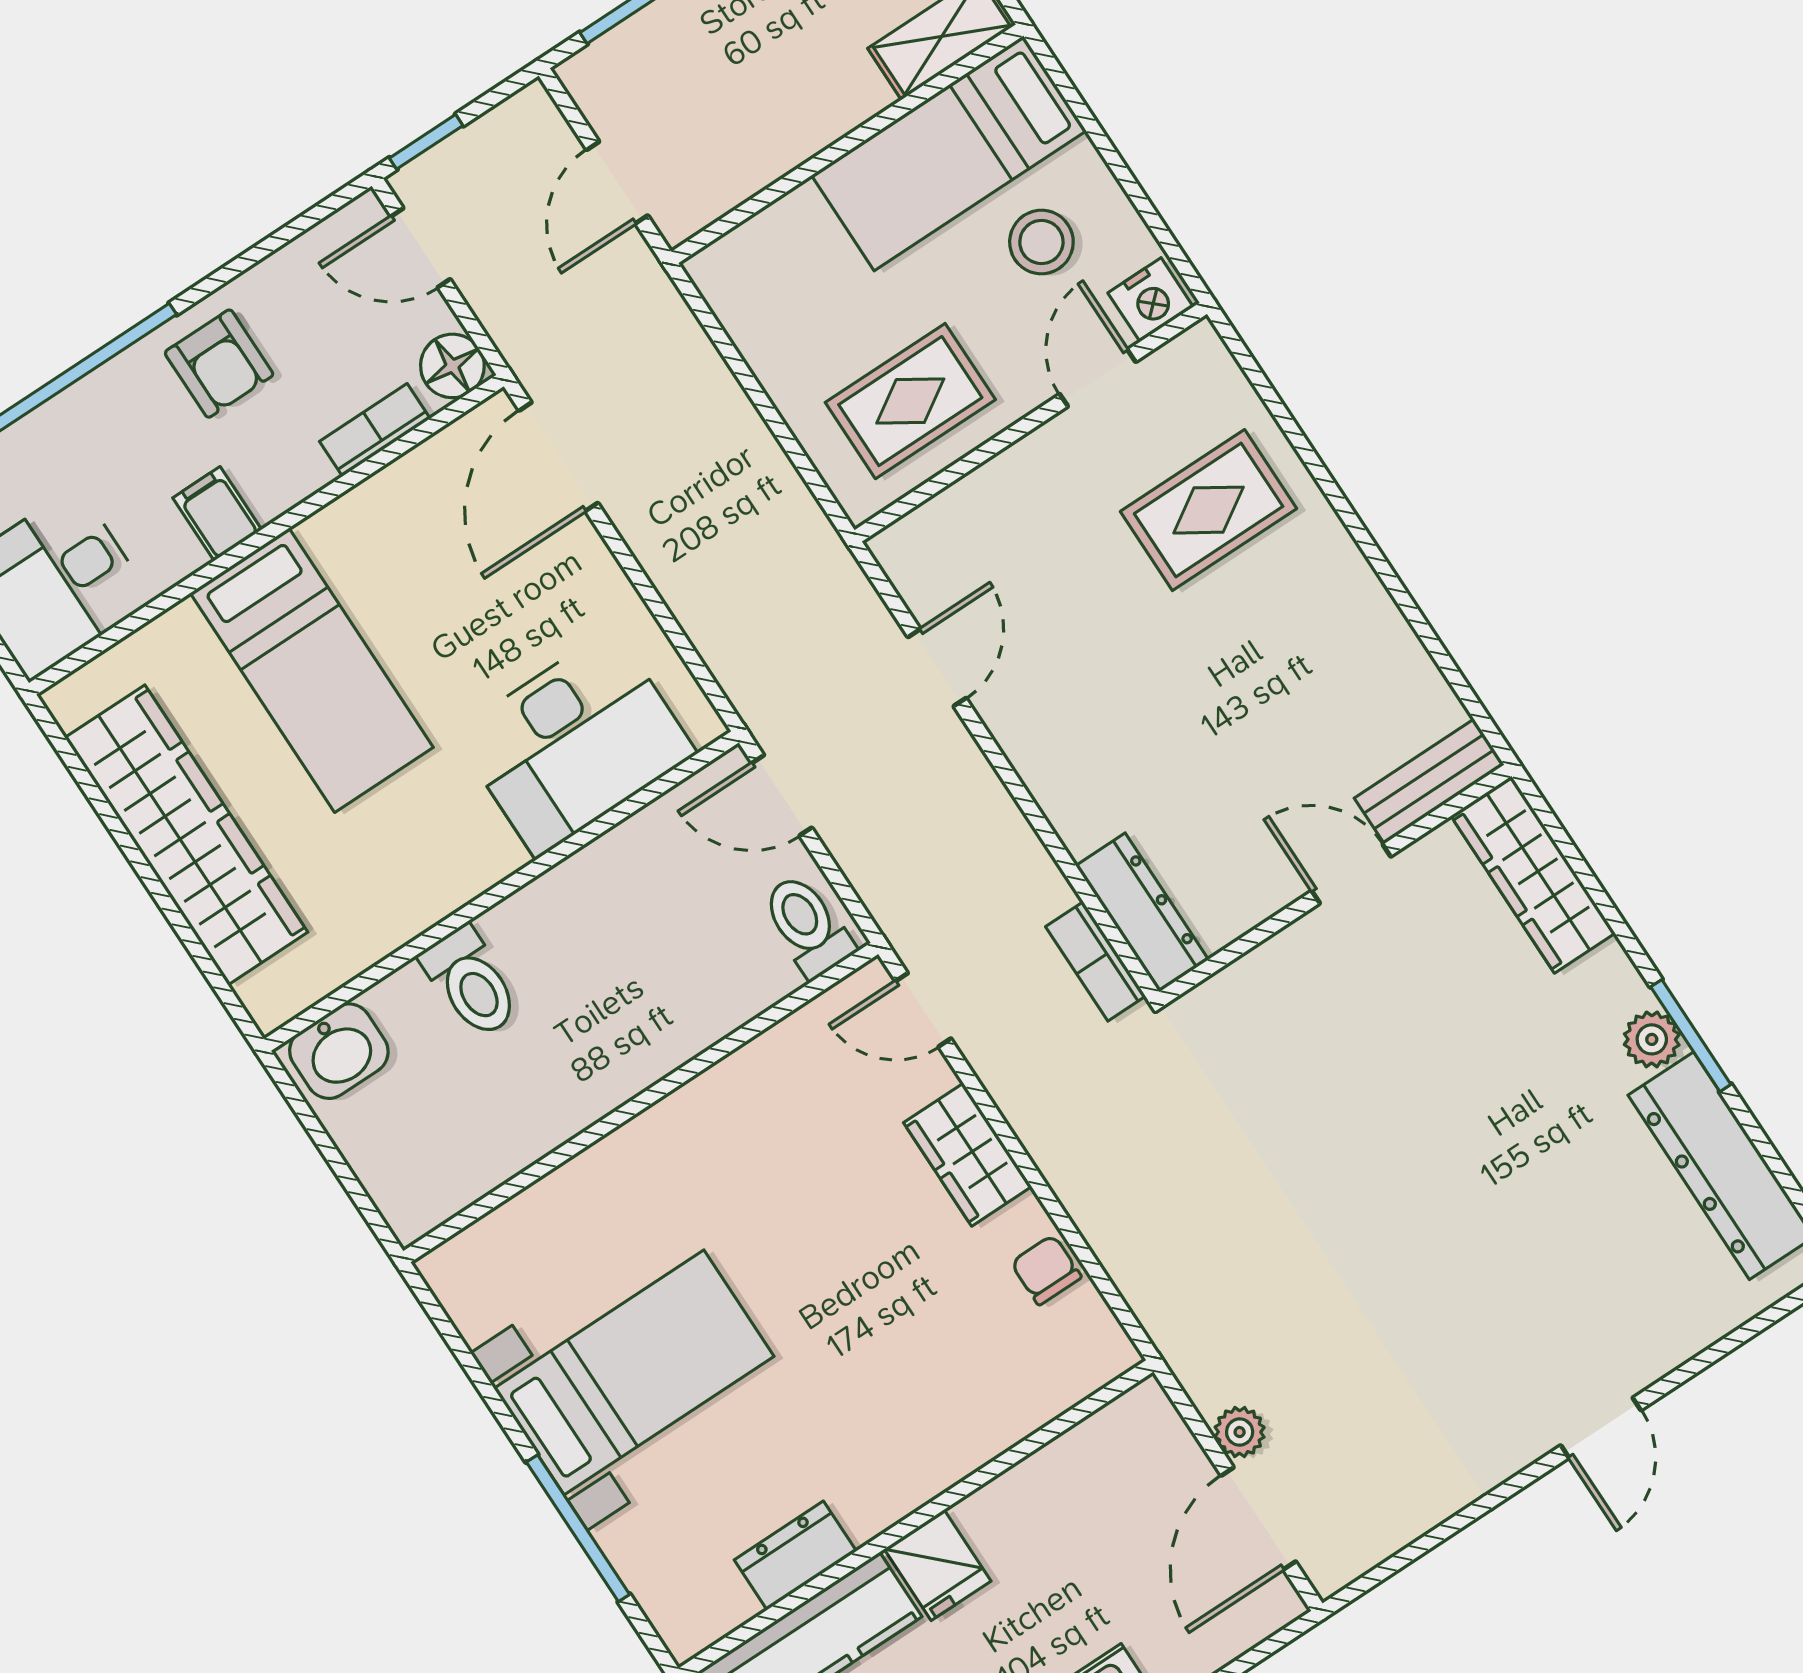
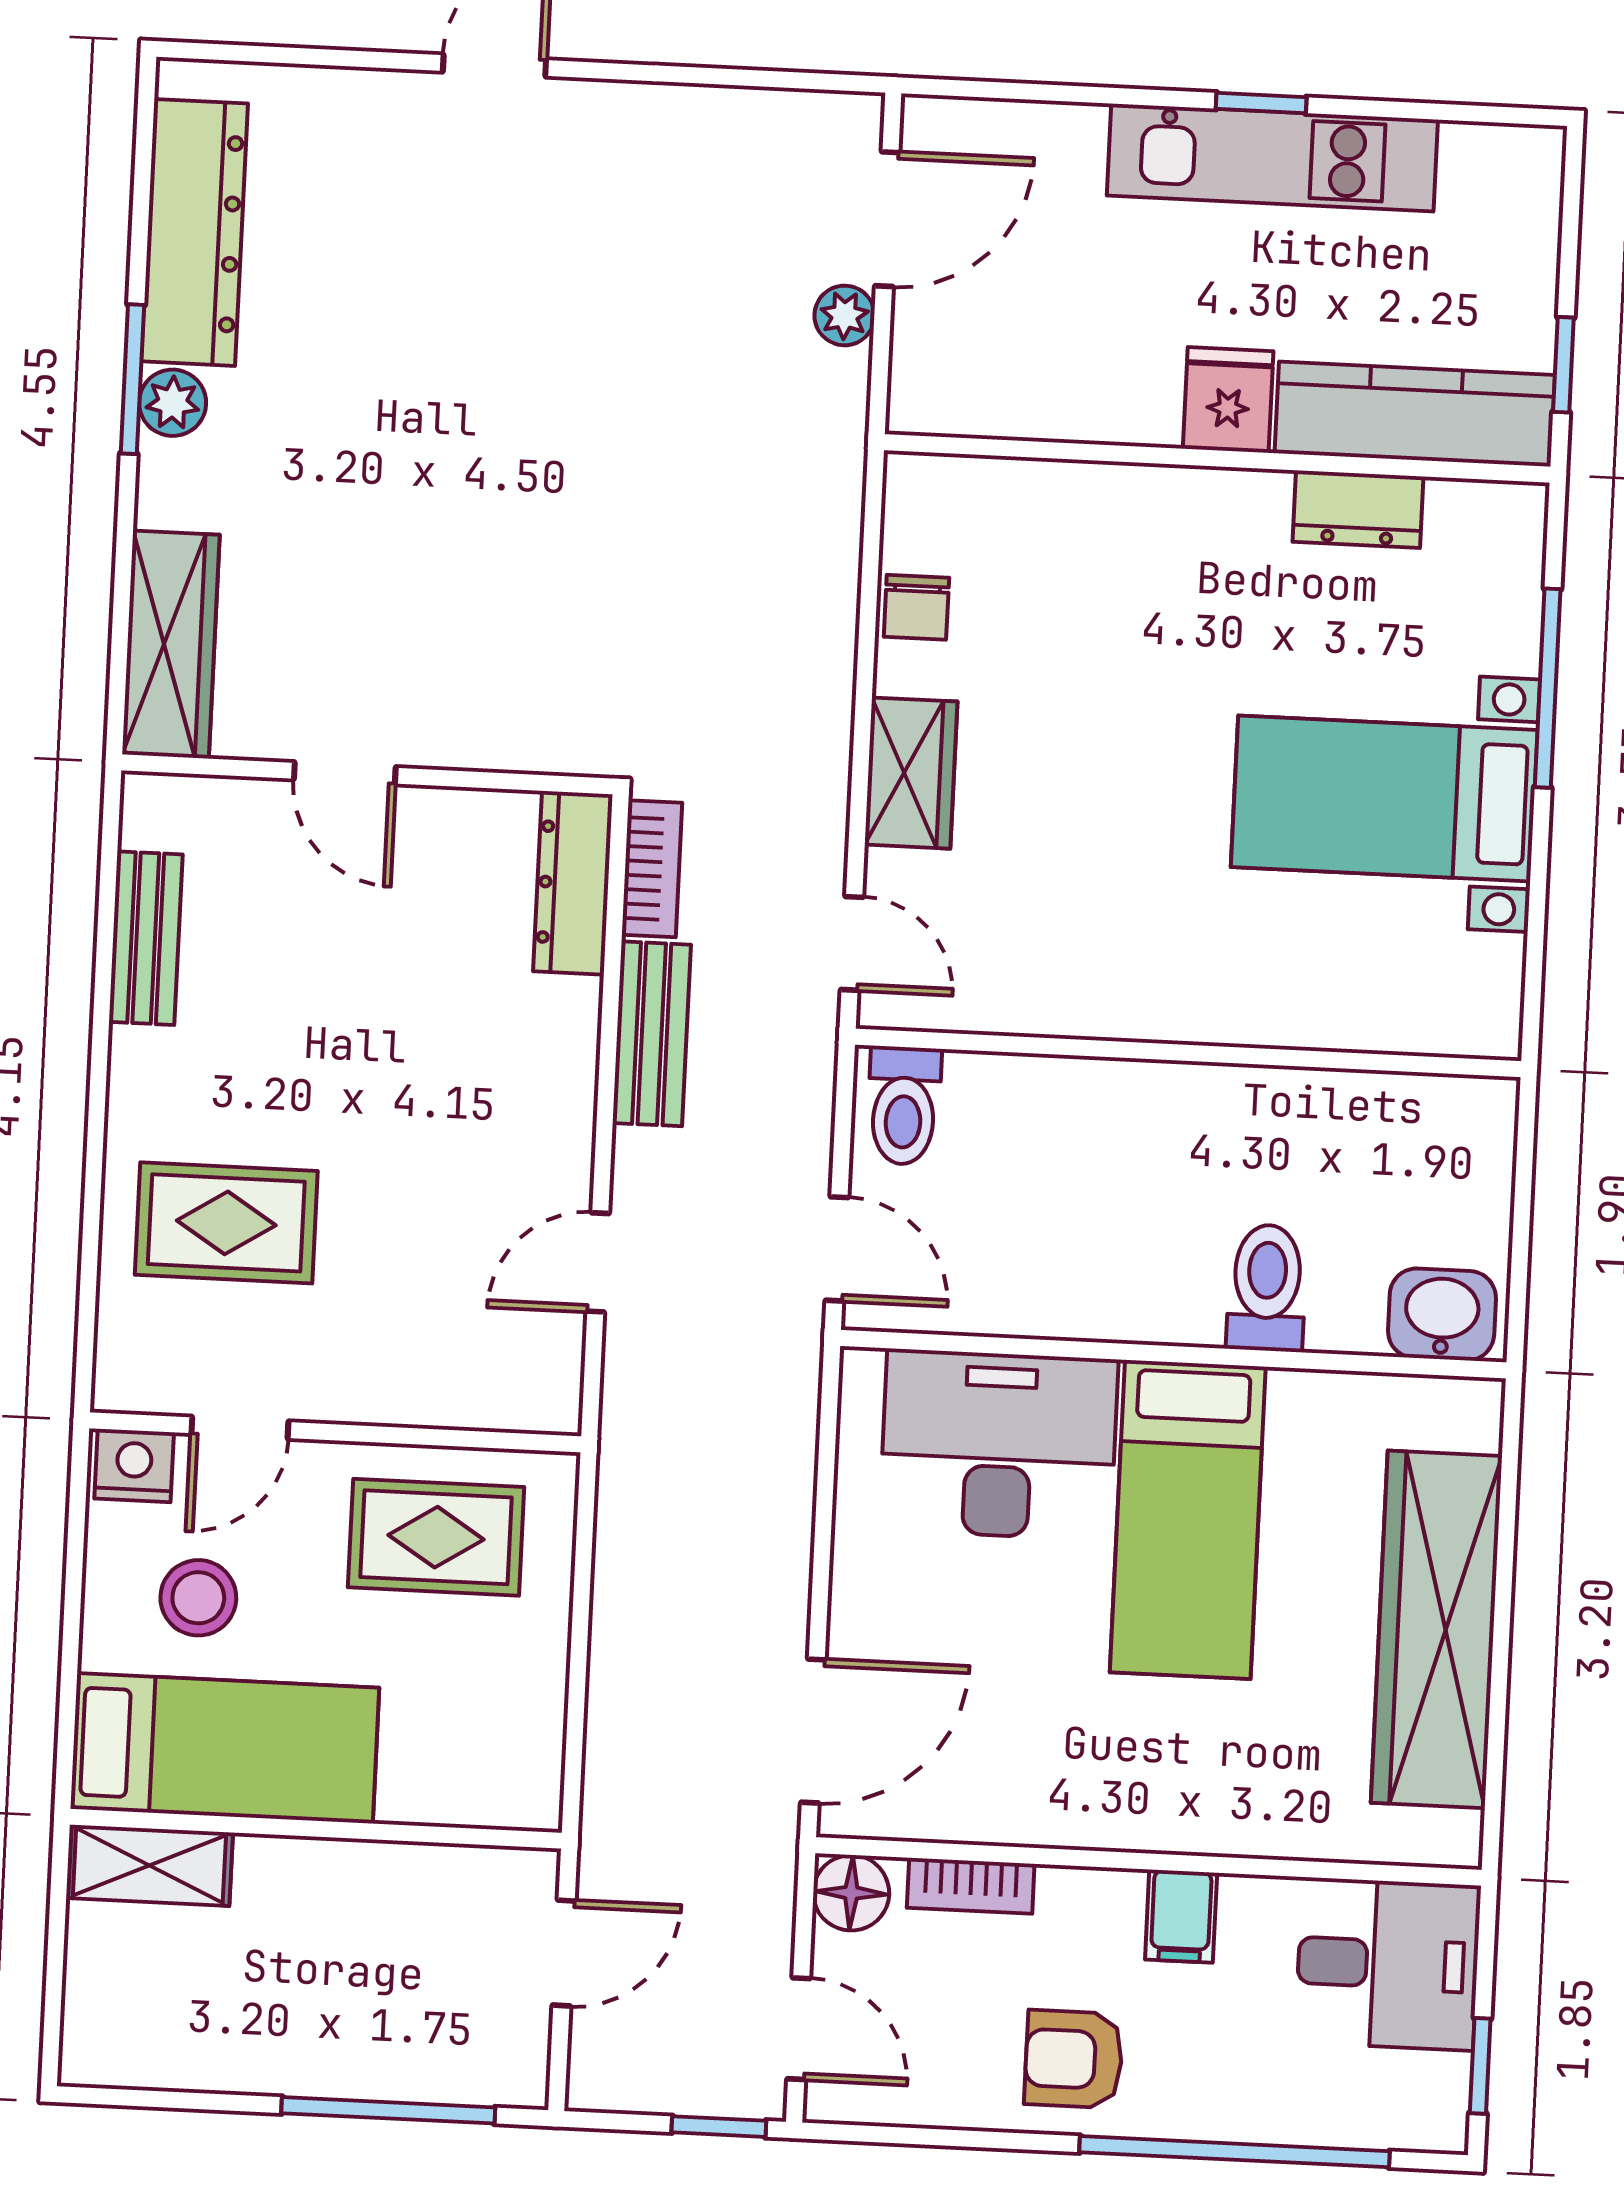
armchair: (219, 364) -> (1074, 2059), turned -90
bed: (312, 670) -> (1188, 1519), moved, turned 180
bench: (1429, 781) -> (146, 938), moved, turned 90
bench: (1014, 849) -> (652, 1034), added

